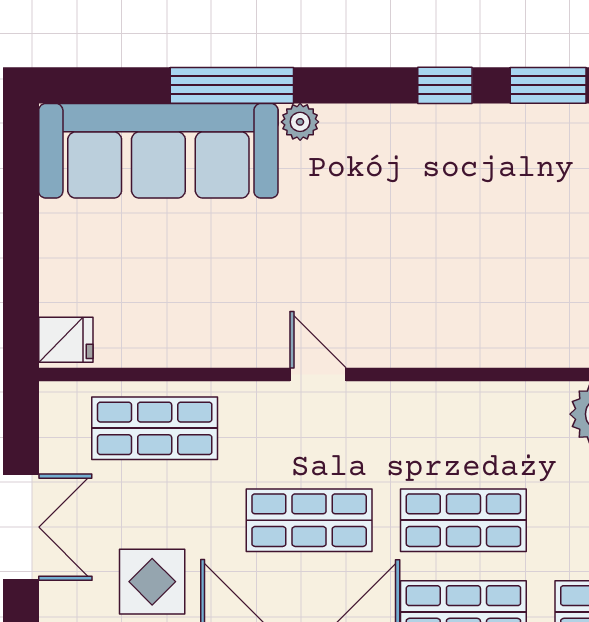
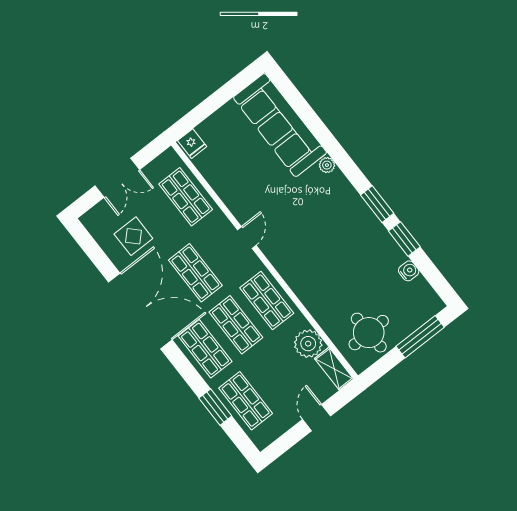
window: (232, 85) -> (321, 133), removed
window: (445, 85) -> (377, 204), width x1.50
shop shelf: (463, 428) -> (267, 301), added

